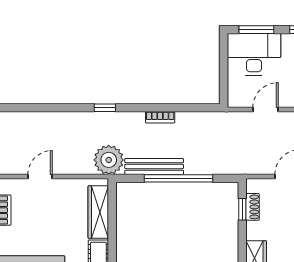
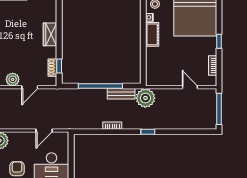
bench: (154, 166) -> (121, 94), width x0.73
door: (40, 177) -> (190, 87), swing flipped
wardrobe: (98, 212) -> (152, 64), removed

